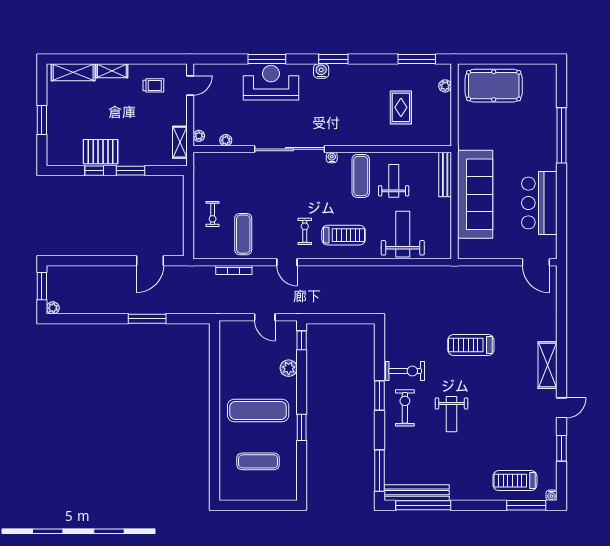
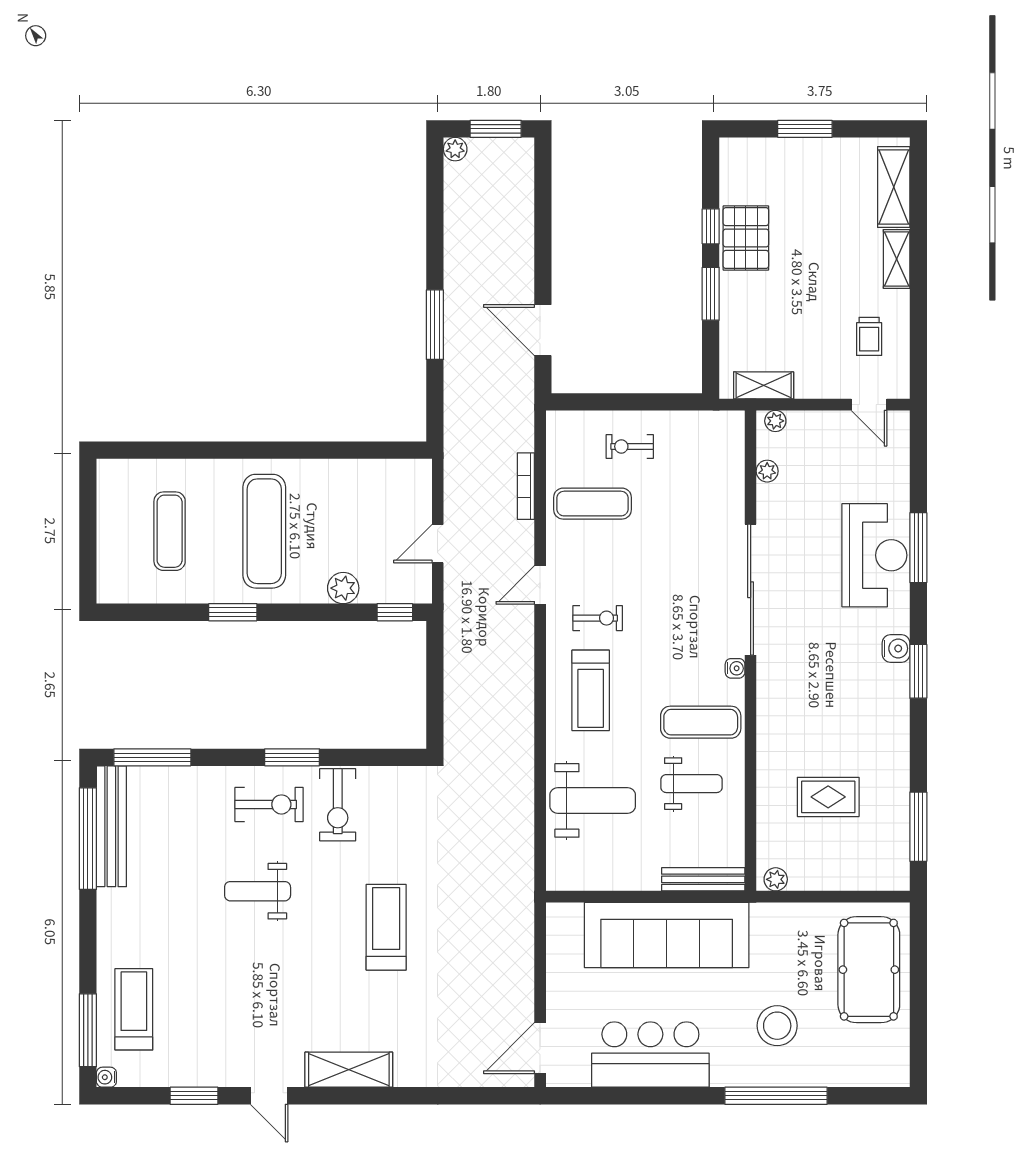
plant: (445, 86) -> (776, 879), moved
stool: (524, 135) -> (777, 1026), added

